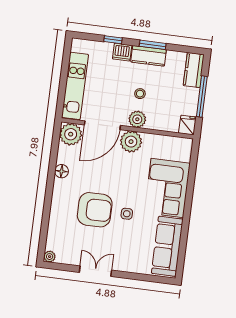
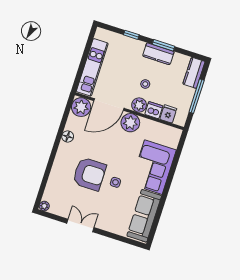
dishwasher: (122, 52) -> (154, 110), moved, turned 180
fridge: (187, 125) -> (168, 114), moved

